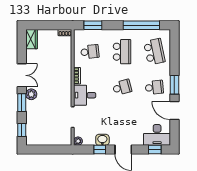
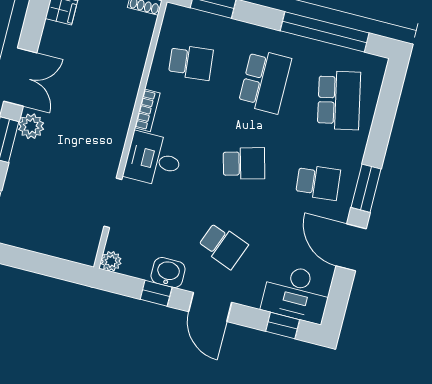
school desk: (122, 123) -> (223, 246), added

